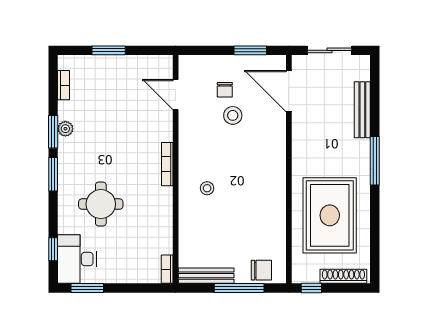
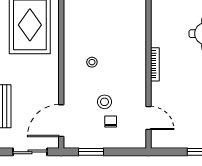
door: (289, 91) -> (61, 121), swing flipped
stool: (207, 188) -> (92, 62), moved

